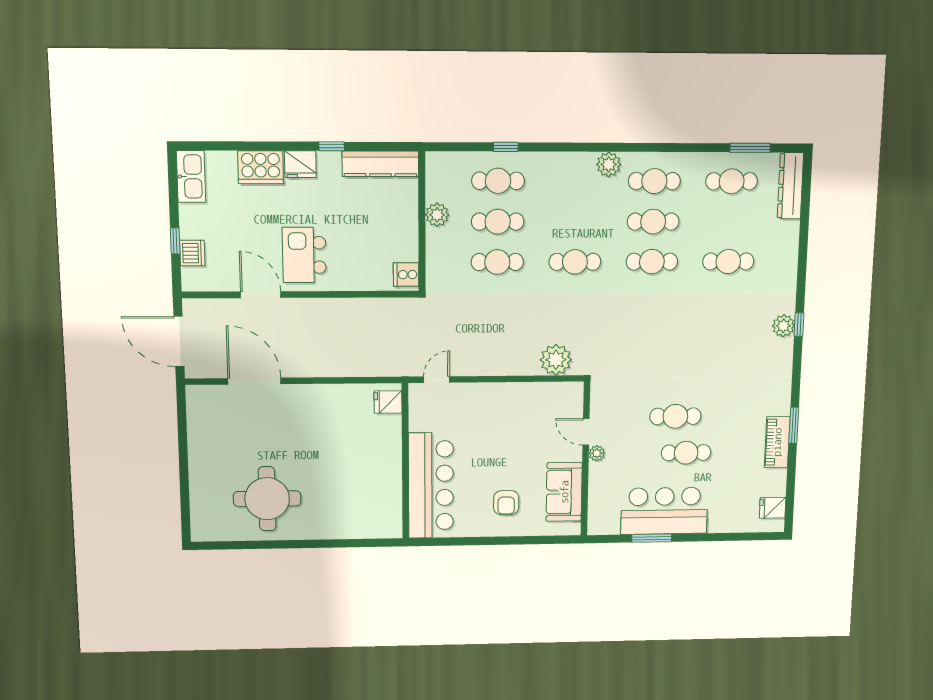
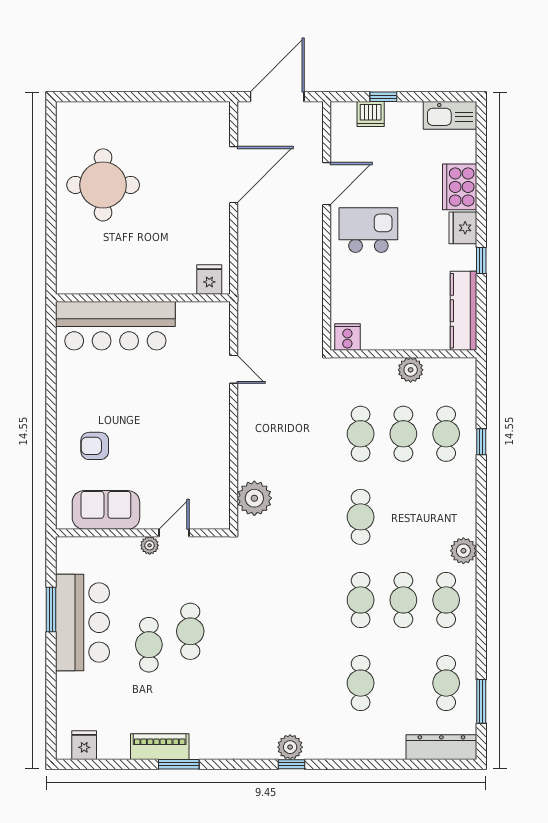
fridge: (388, 402) -> (209, 280), moved
wall: (405, 462) -> (143, 298), moved
bar counter: (431, 486) -> (115, 326), moved

